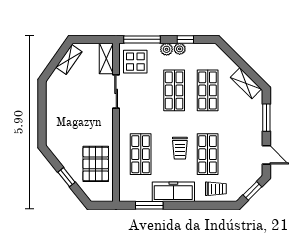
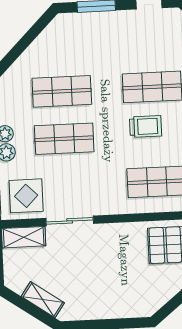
shelving: (69, 59) -> (43, 300), moved
shelving: (246, 83) -> (49, 38), removed

